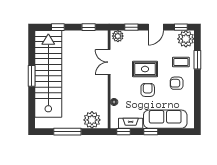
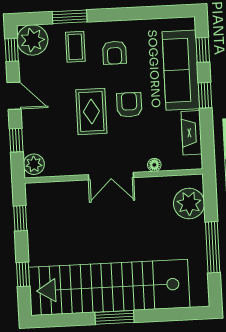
double door: (109, 62) -> (111, 176), moved
armchair: (148, 90) -> (129, 105), turned 90
window: (124, 132) -> (203, 50), moved

